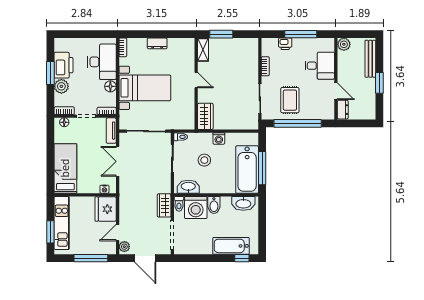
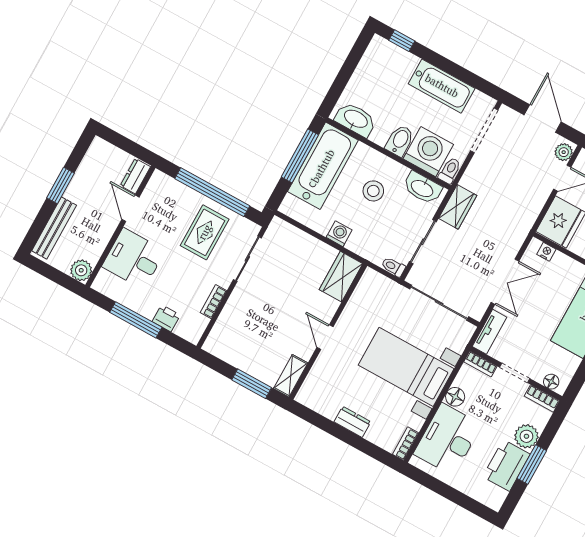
stool: (204, 160) -> (373, 191), moved
wardrobe: (164, 205) -> (458, 207), moved
bathtub: (231, 246) -> (442, 86), moved

